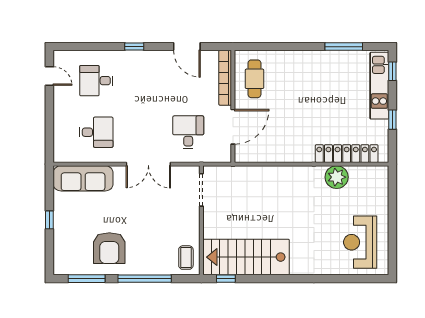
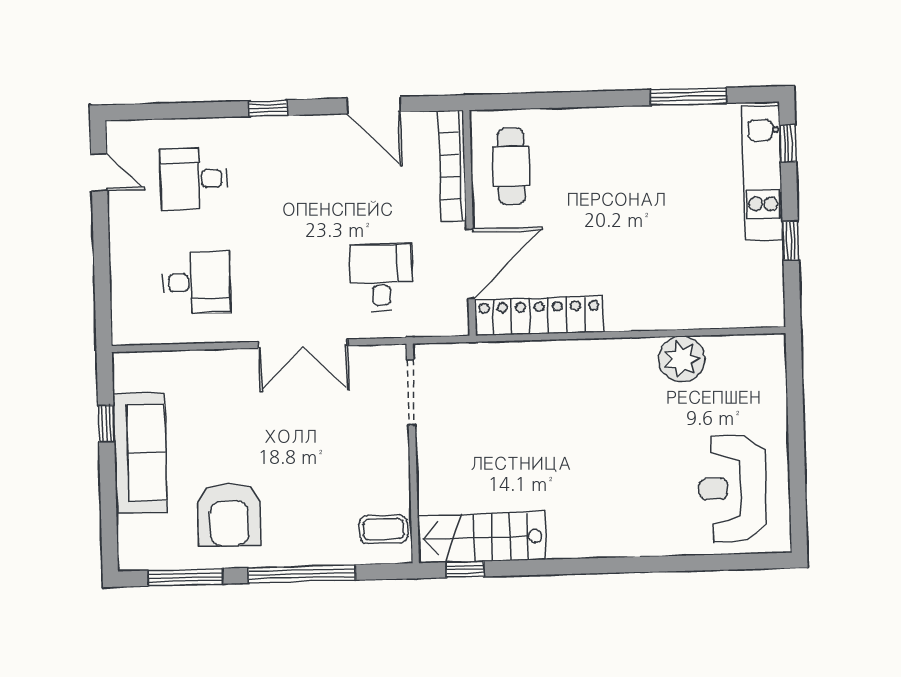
locker: (347, 154) -> (539, 316), moved
sofa: (83, 178) -> (140, 453), moved, turned -90
window: (49, 220) -> (106, 423), moved
stairs: (246, 257) -> (482, 537), width x0.73, depth x0.66
coffee table: (186, 258) -> (384, 529), turned 90

